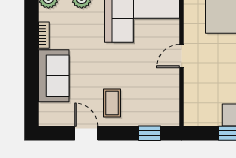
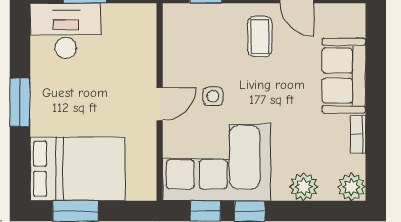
side table: (144, 62) -> (213, 96), added

